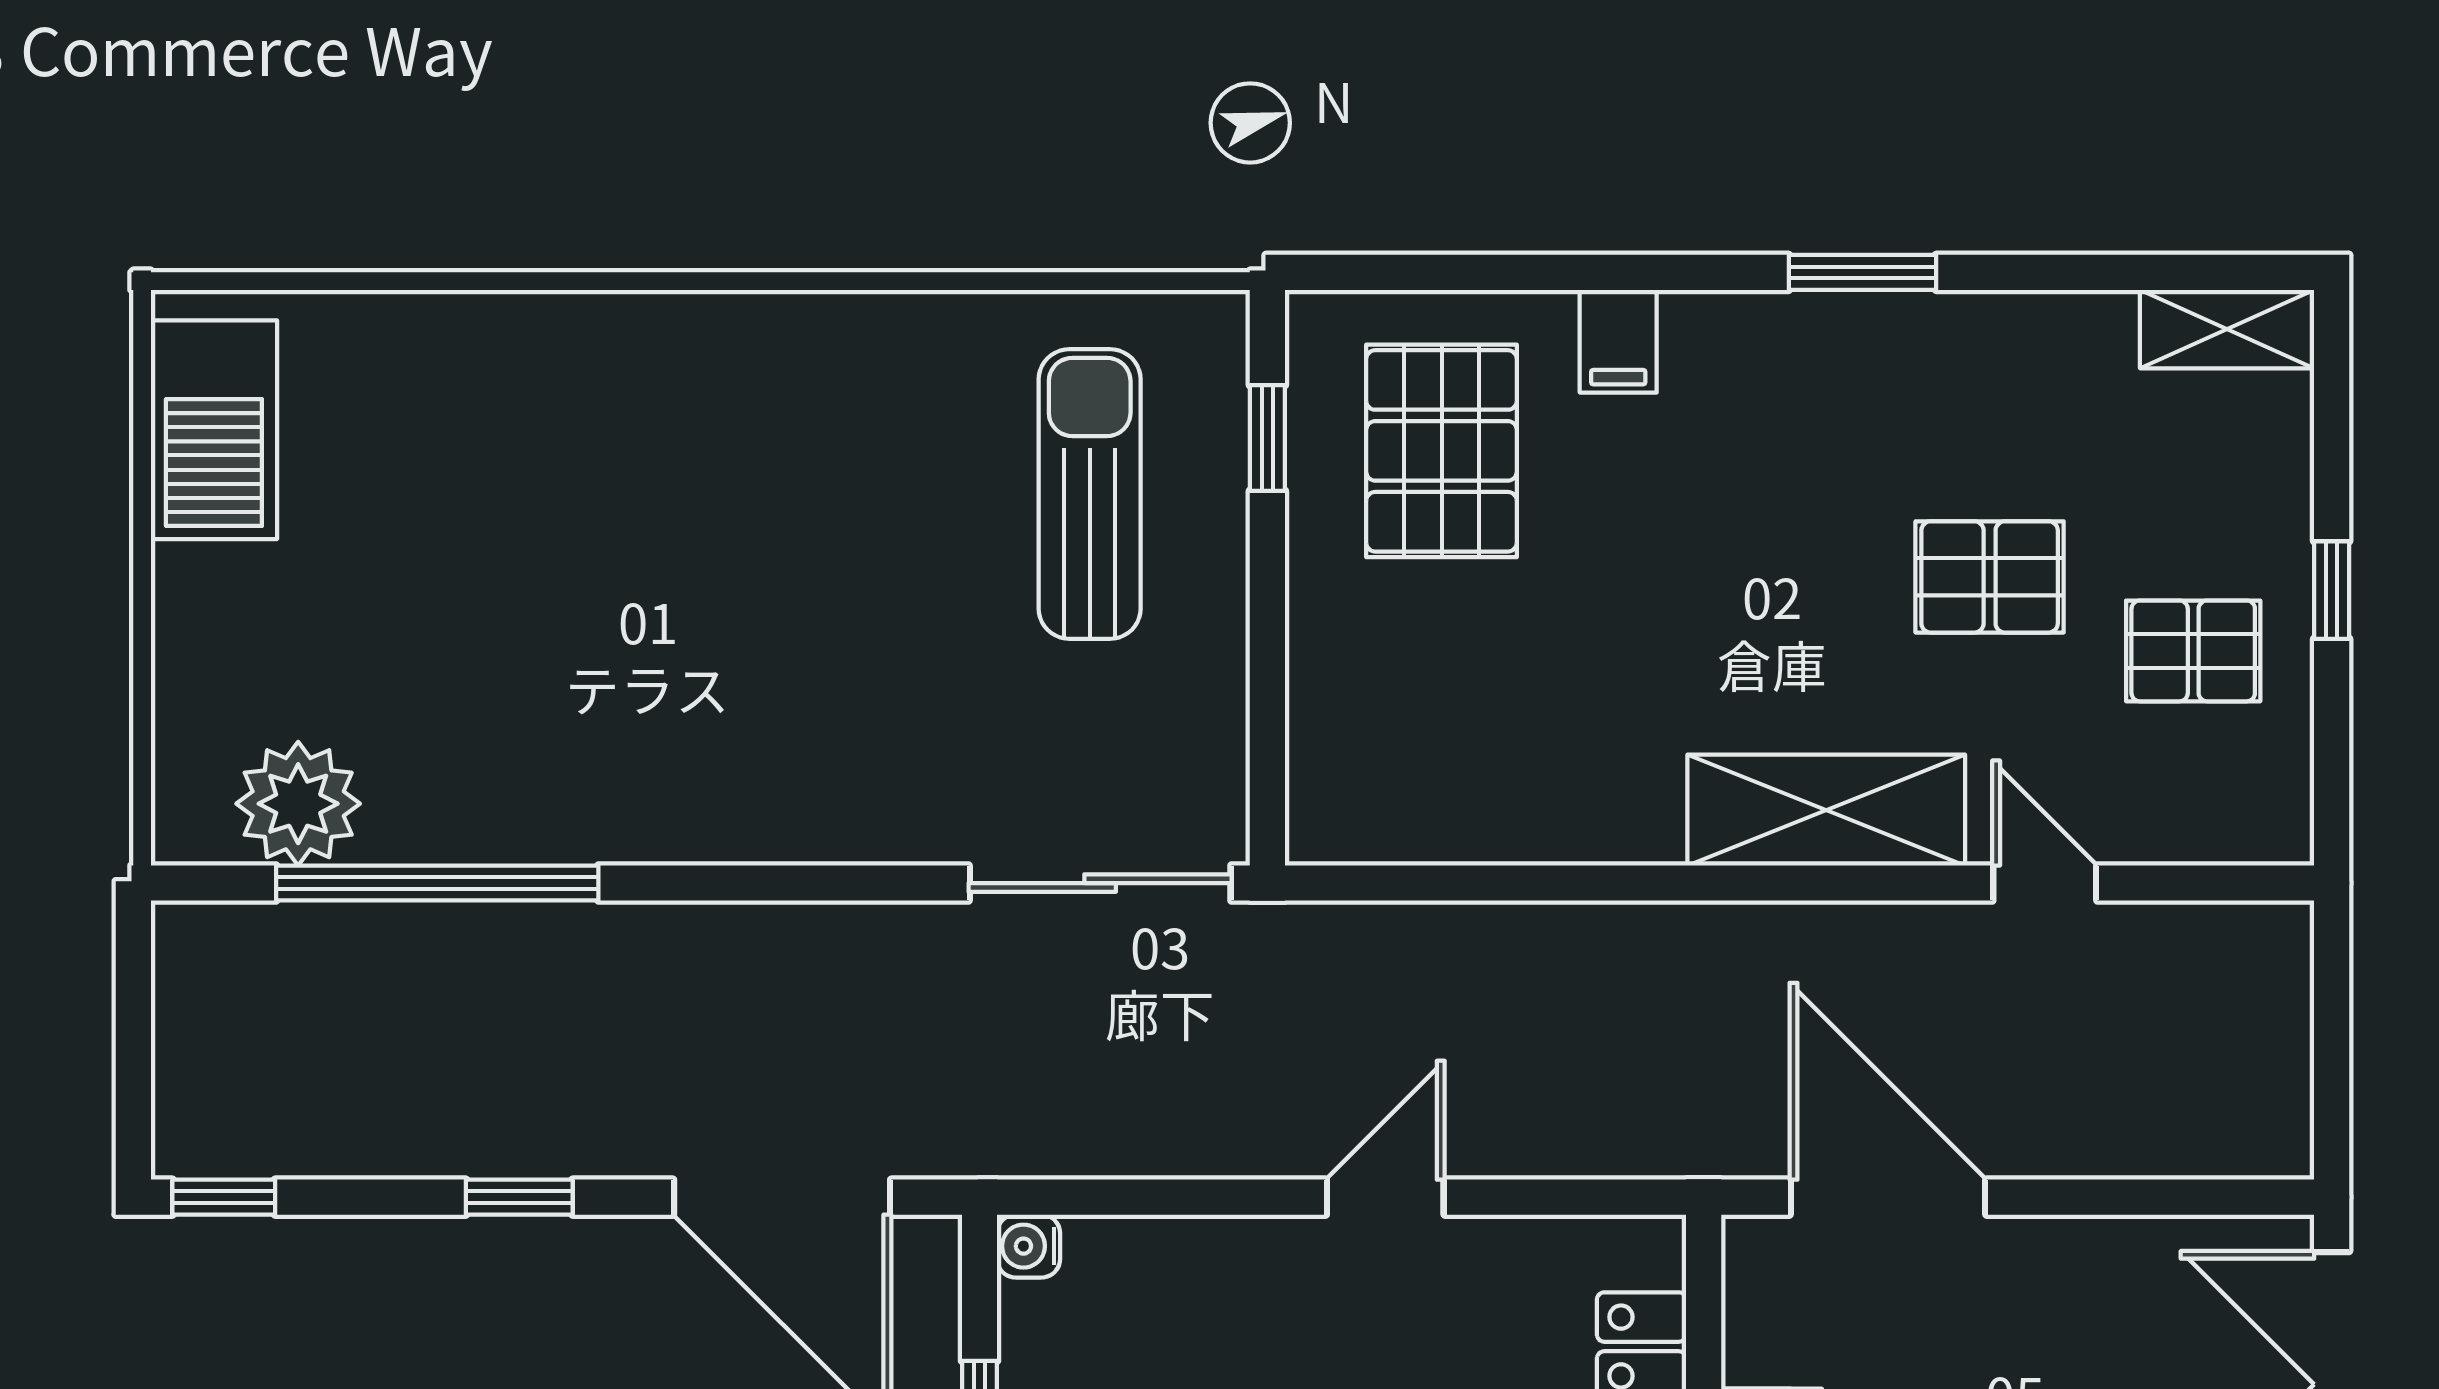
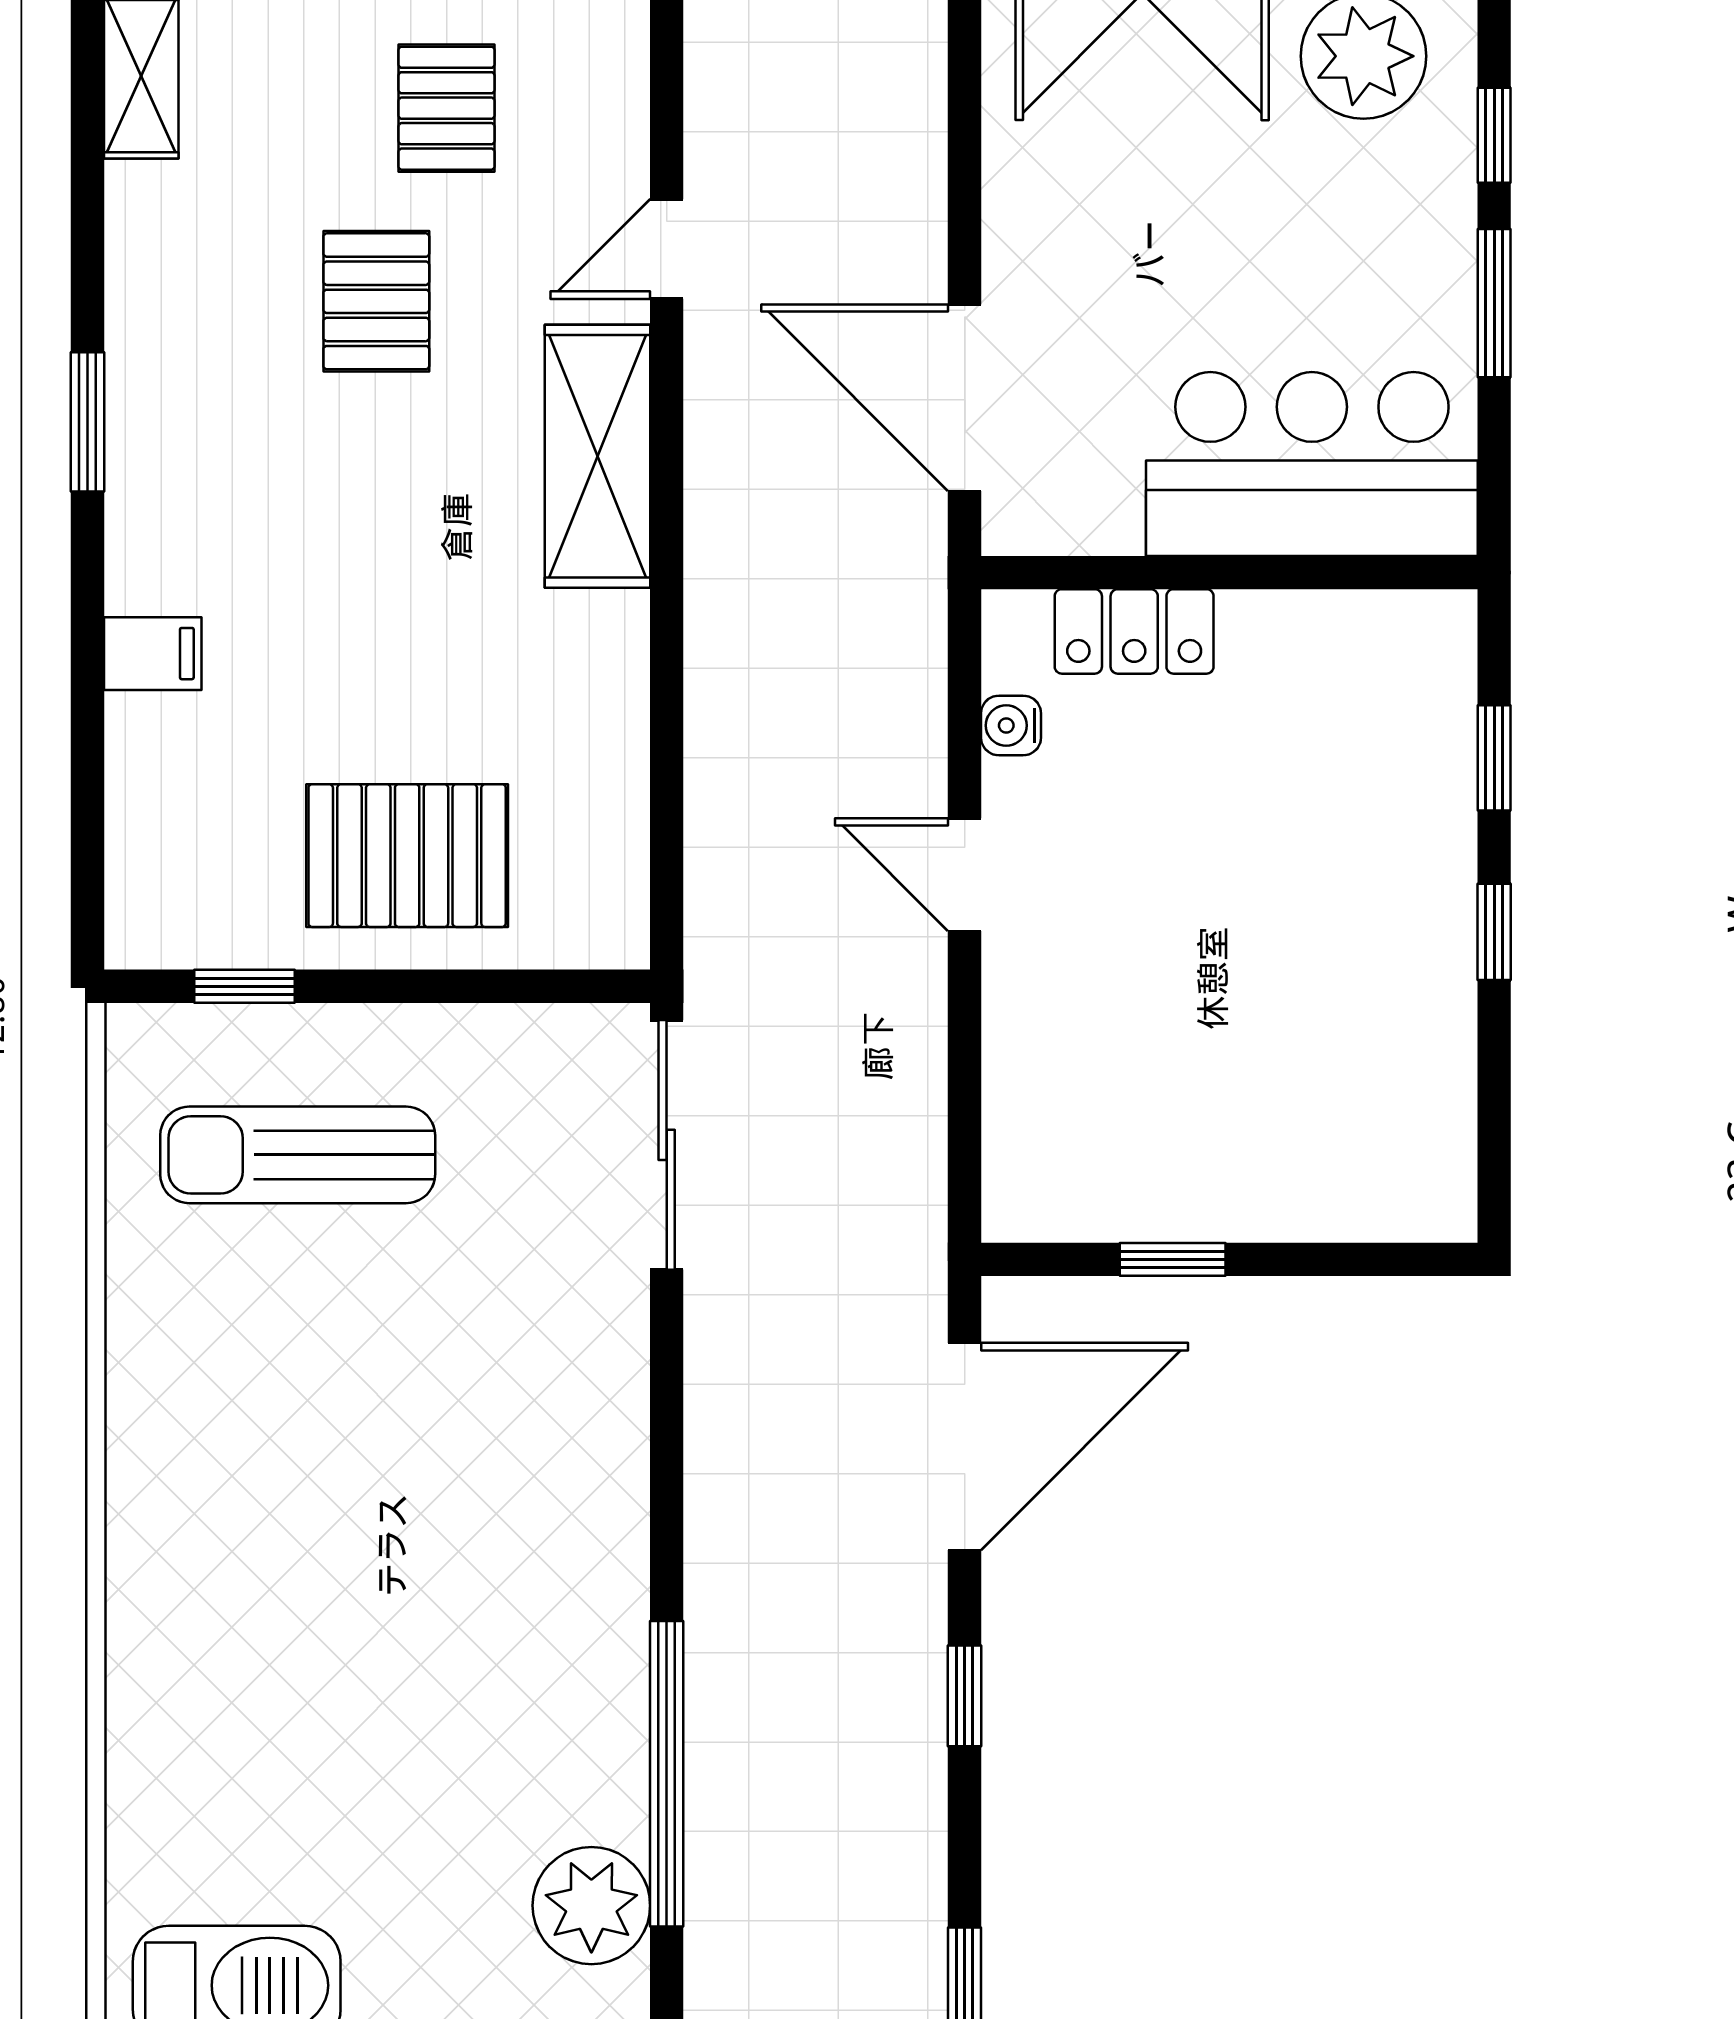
pallet: (1442, 451) -> (407, 856), moved
door: (1888, 1197) -> (965, 398), hinge flipped
water cooler: (1029, 1246) -> (1011, 725), moved, turned 90

